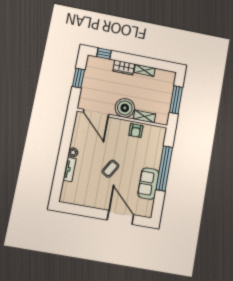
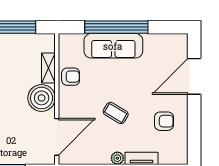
coffee table: (110, 169) -> (116, 113), moved
sofa: (148, 184) -> (113, 46), moved, width x1.36
armchair: (93, 190) -> (164, 121), added

